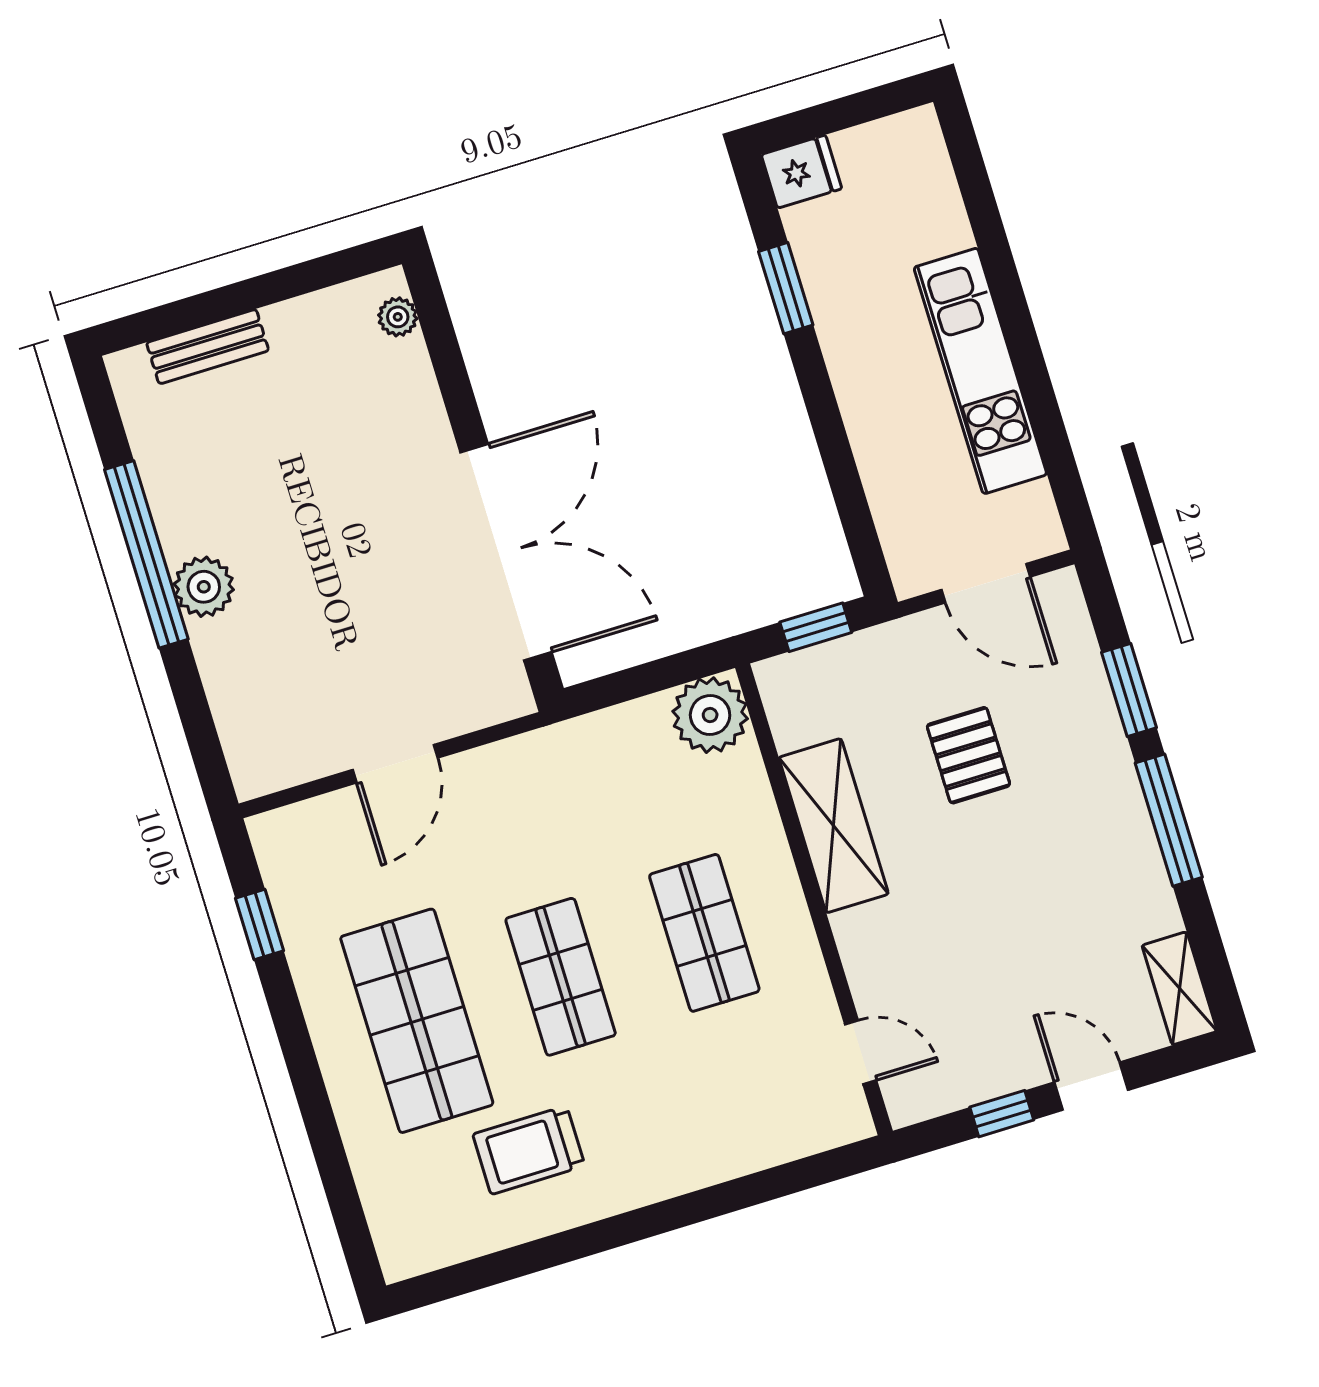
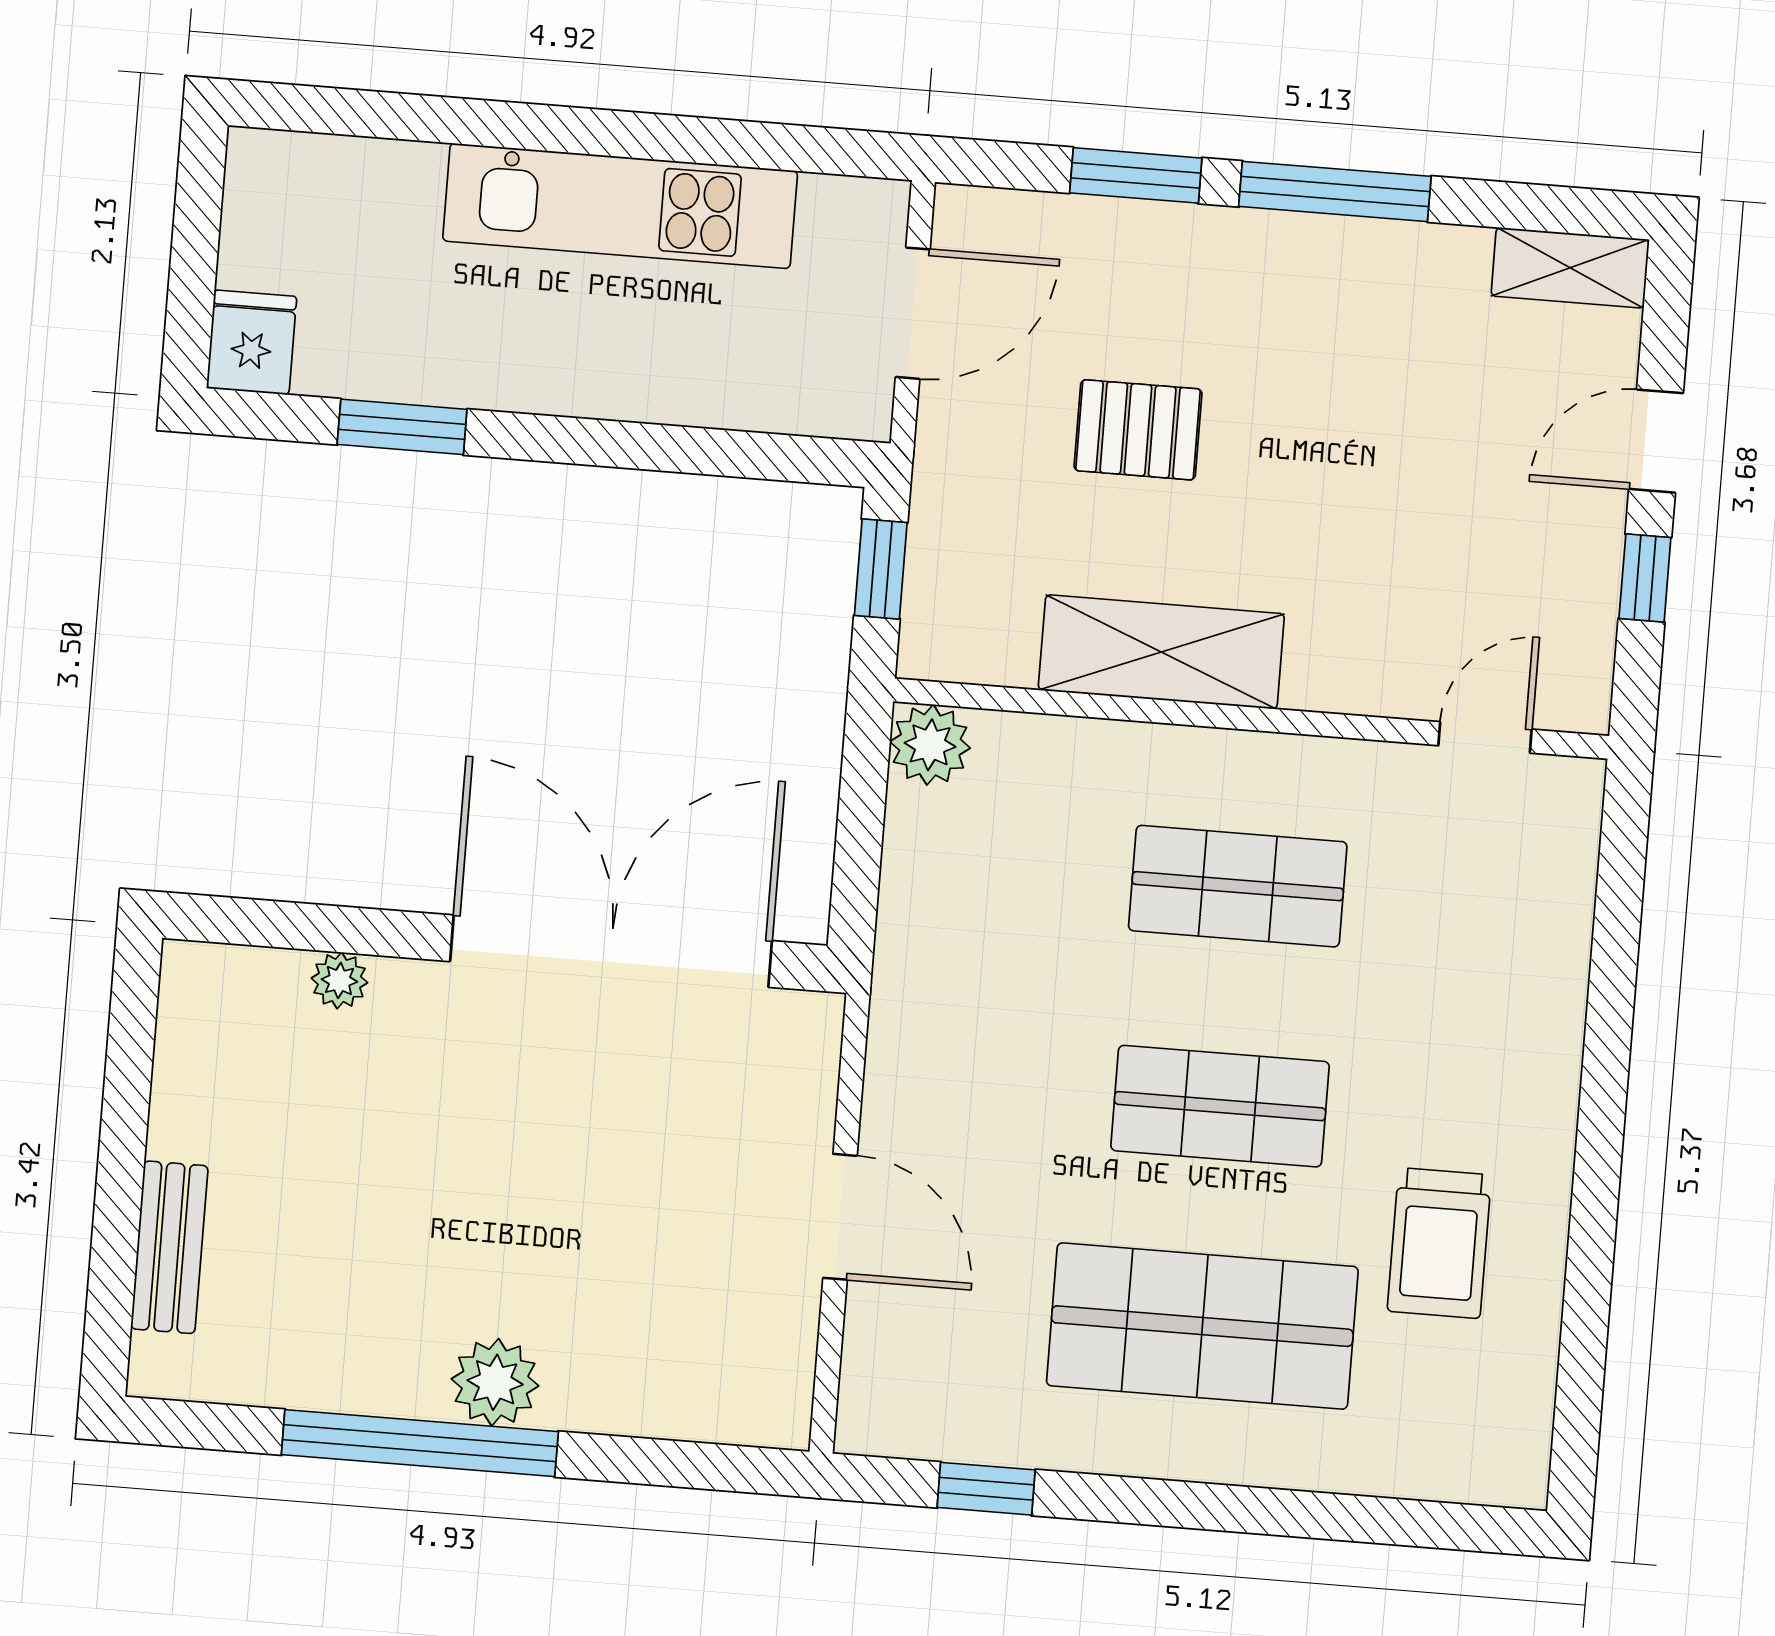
plant: (398, 317) -> (339, 980), moved
plant: (710, 715) -> (930, 745), width x0.73, depth x0.73

